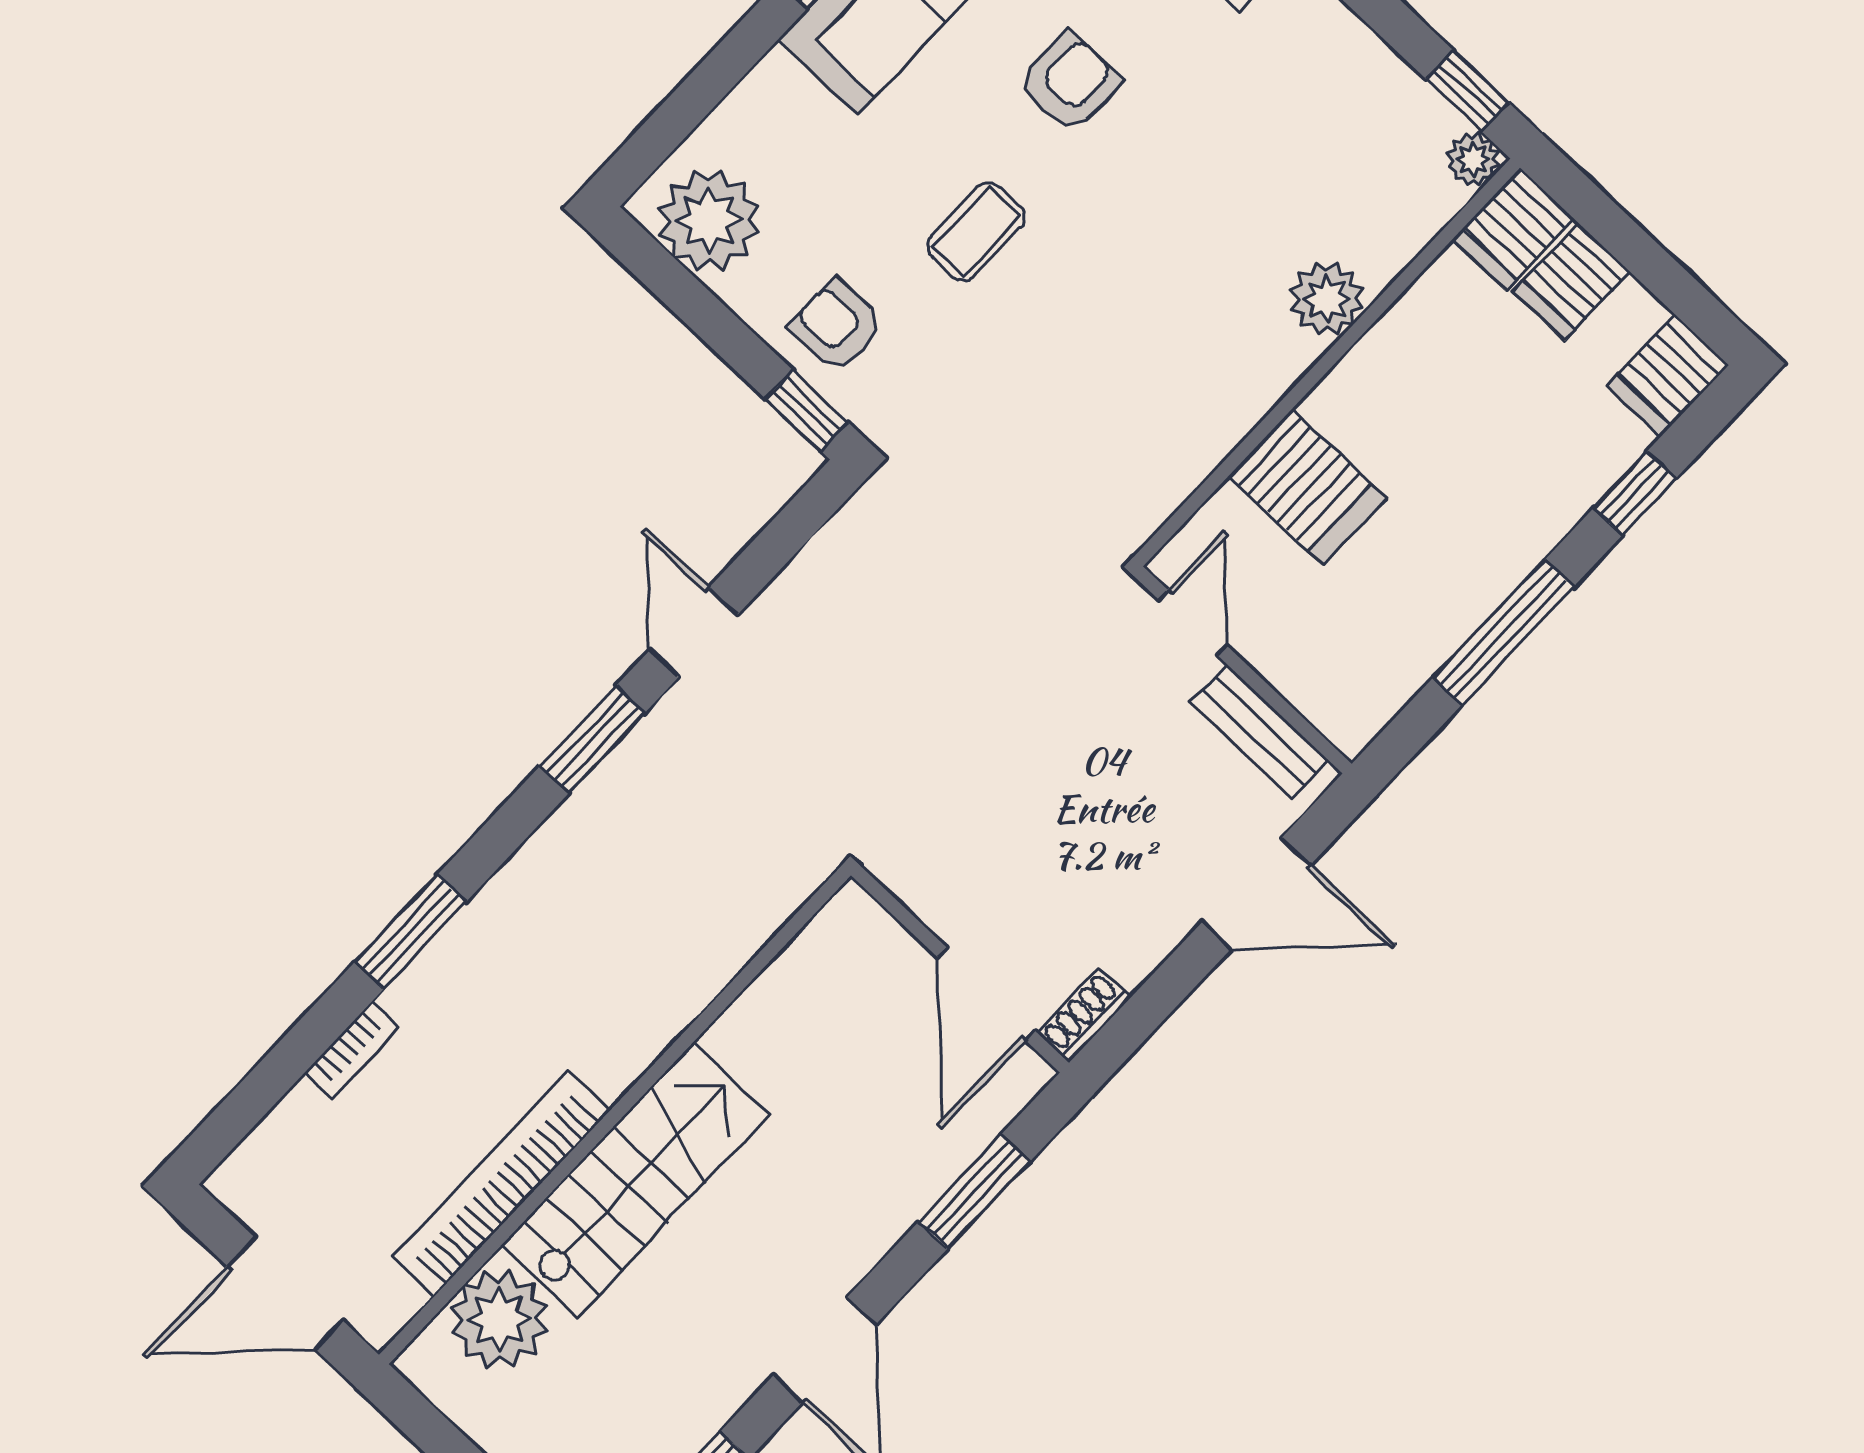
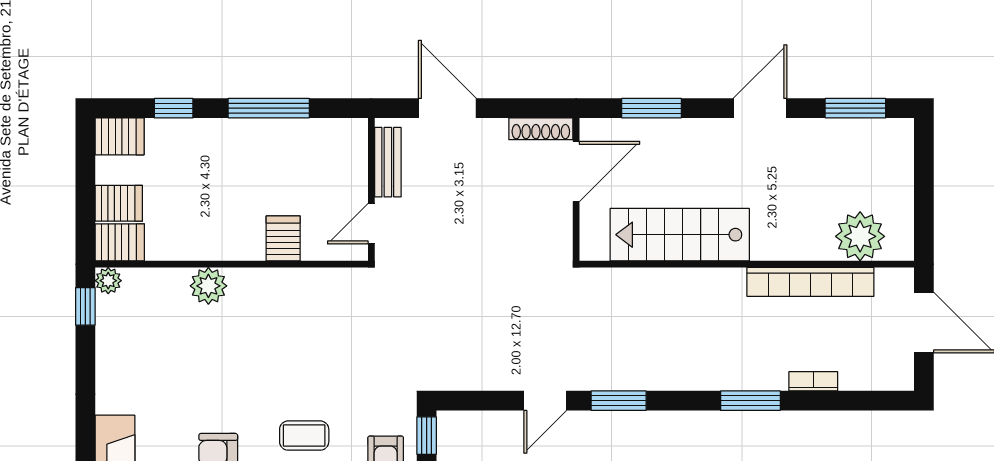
server rack: (1307, 487) -> (283, 238), width x0.73, depth x0.70
shoe rack: (1084, 1015) -> (541, 129), width x1.43
stairs: (635, 1180) -> (680, 235), moved

